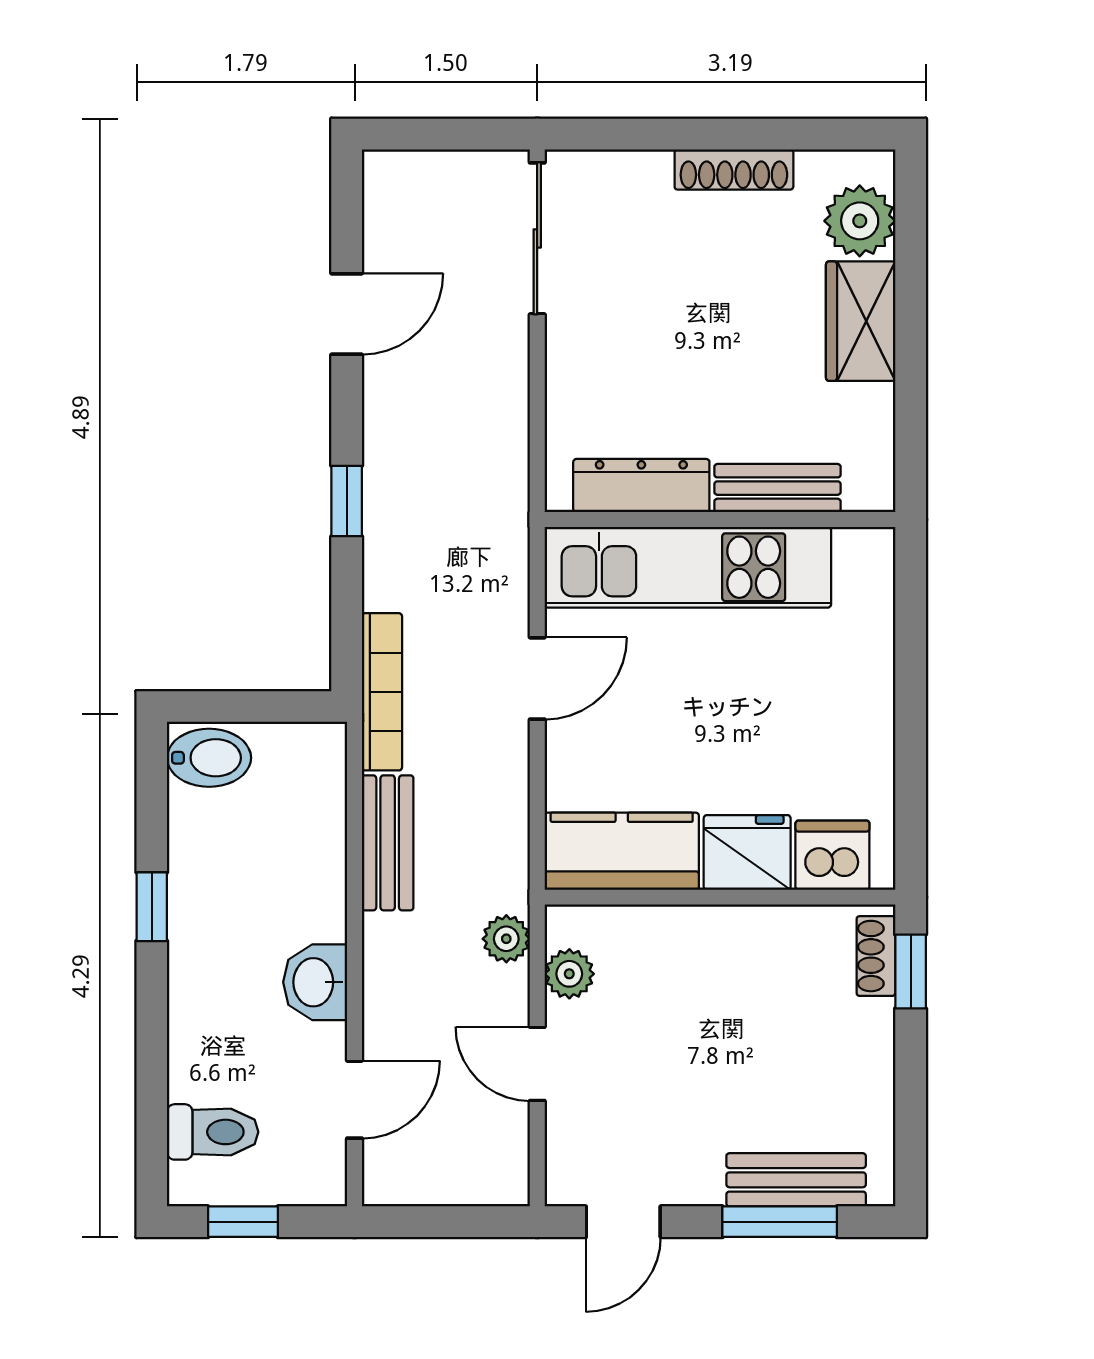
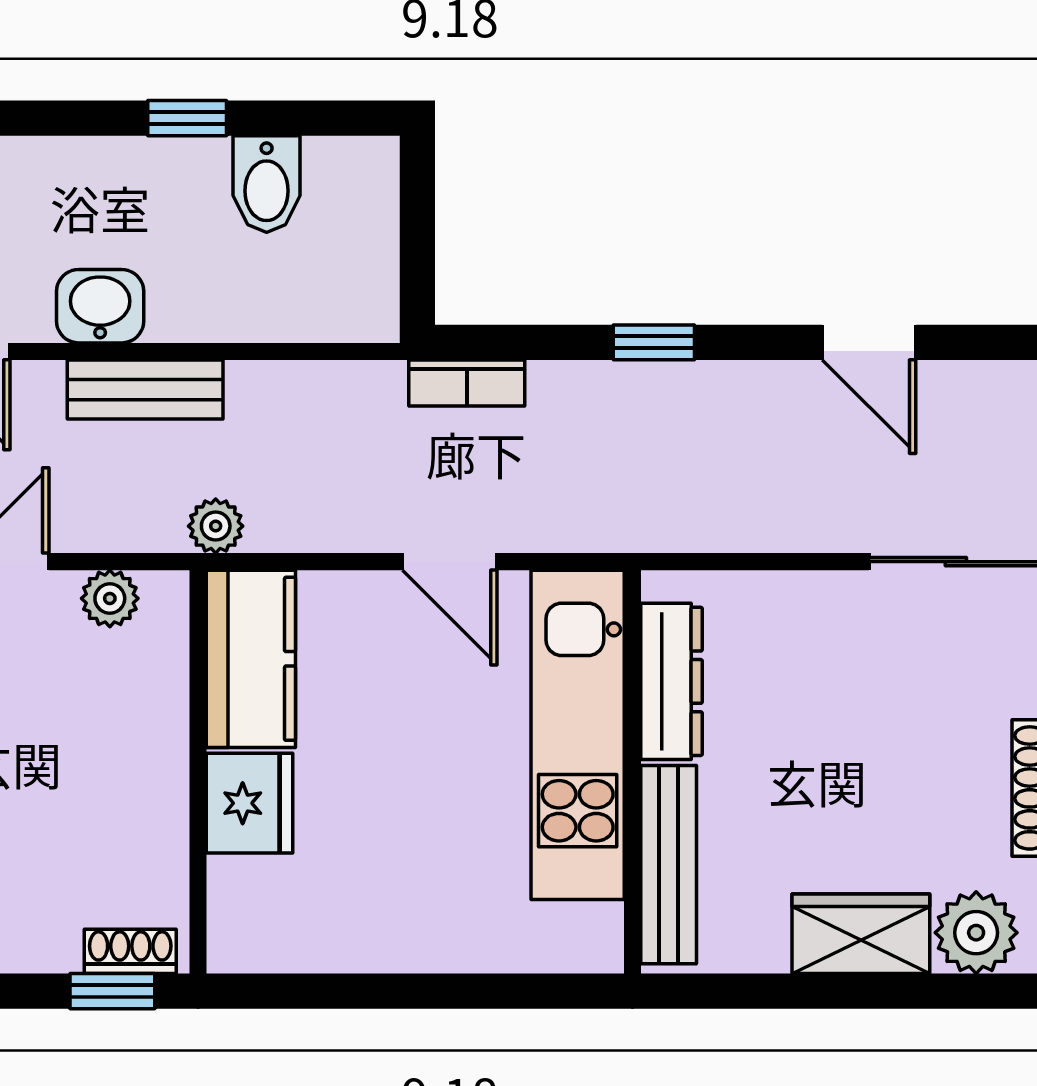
bench: (778, 488) -> (669, 865), width x1.36
bookcase: (382, 692) -> (467, 383), width x0.64
bidet: (209, 758) -> (267, 184), moved
bench: (388, 843) -> (145, 390), moved
dishwasher: (832, 855) -> (246, 901), removed
plant: (506, 939) -> (216, 526), moved

